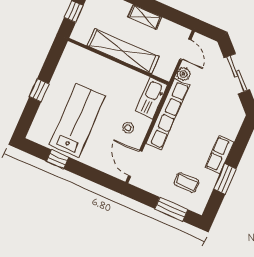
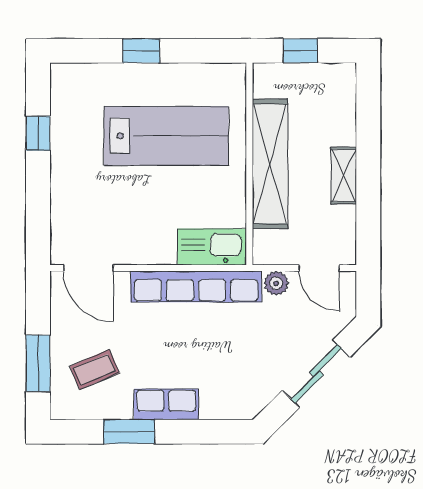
door: (185, 49) -> (319, 268), hinge flipped
lab bench: (77, 120) -> (166, 136), moved
stool: (128, 128) -> (144, 229), removed
door: (135, 164) -> (88, 268), swing flipped
coffee table: (187, 183) -> (95, 370), turned 67

